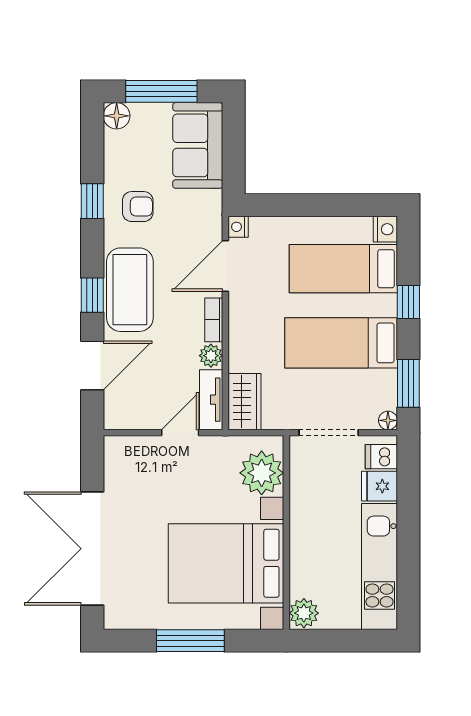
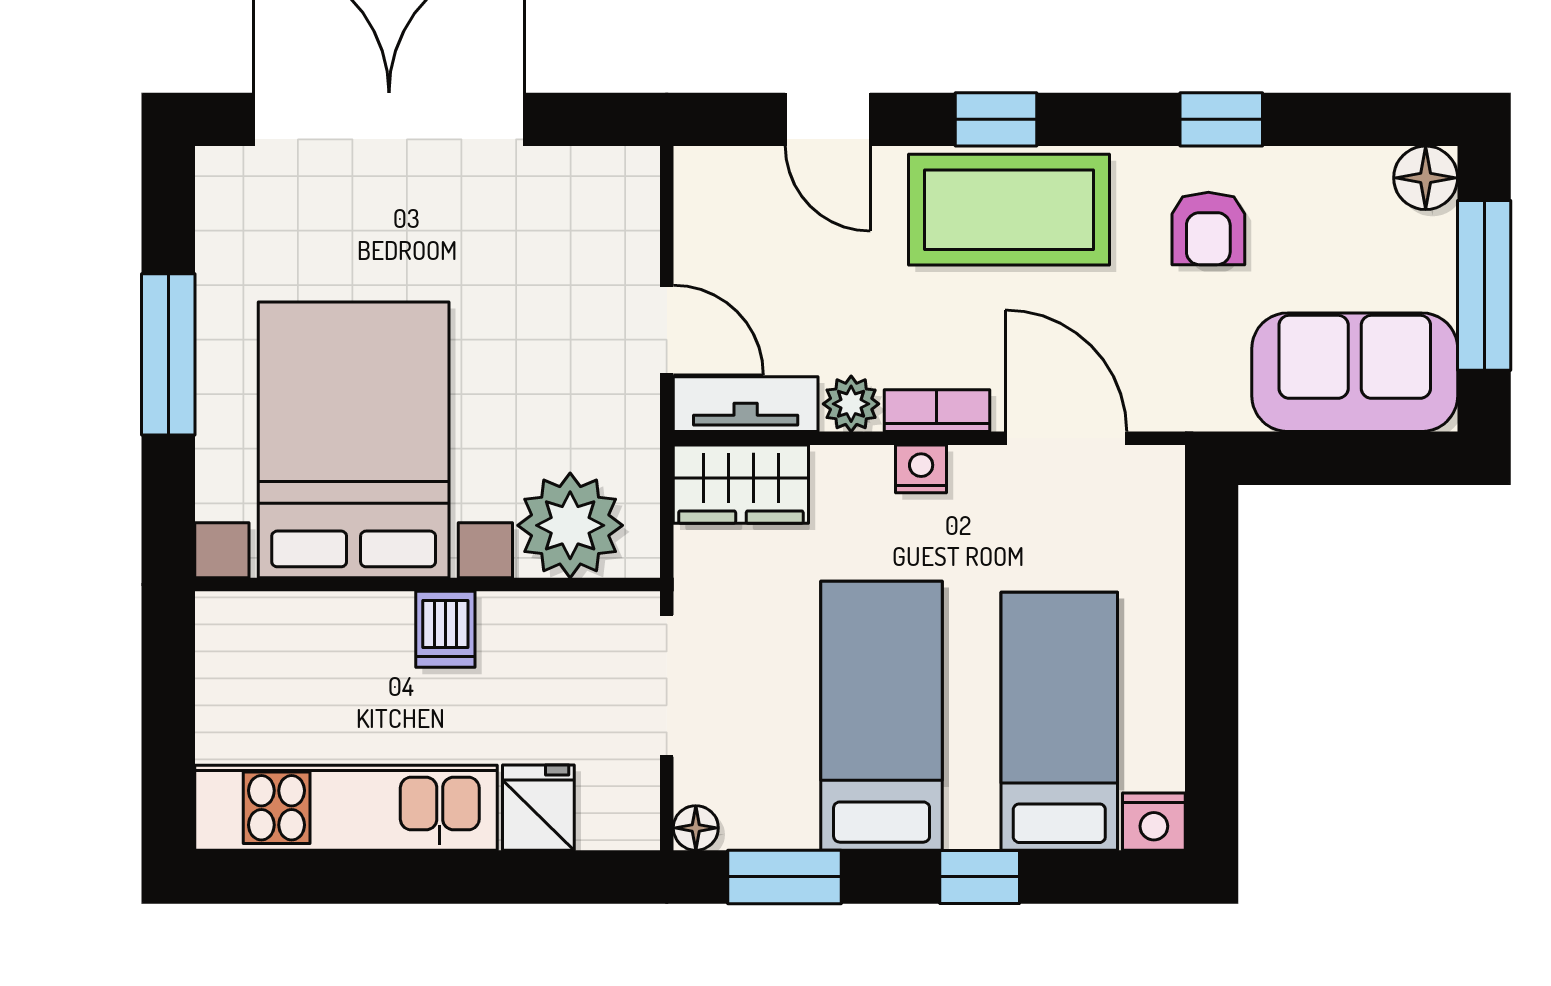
nightstand: (238, 227) -> (921, 469), moved
door: (92, 365) -> (828, 119), width x0.73
dishwasher: (381, 457) -> (445, 629), moved, turned 180
plant: (304, 613) -> (234, 626), removed

